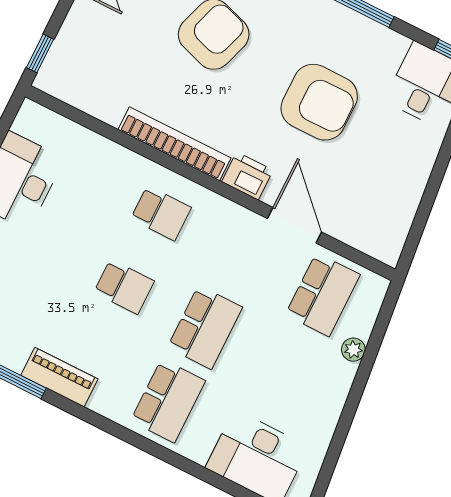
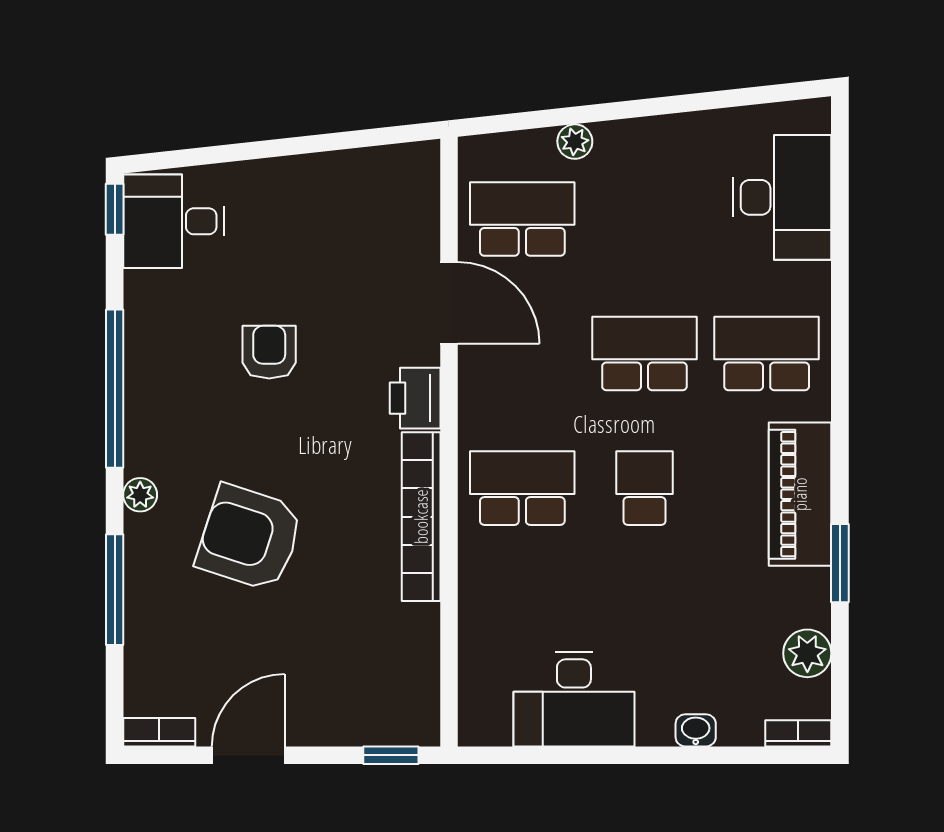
armchair: (319, 102) -> (269, 352), width x0.53, depth x0.53
school desk: (161, 213) -> (522, 488), width x1.85
door: (295, 225) -> (449, 303), swing flipped
piano: (59, 377) -> (800, 494), width x1.37, depth x1.33

